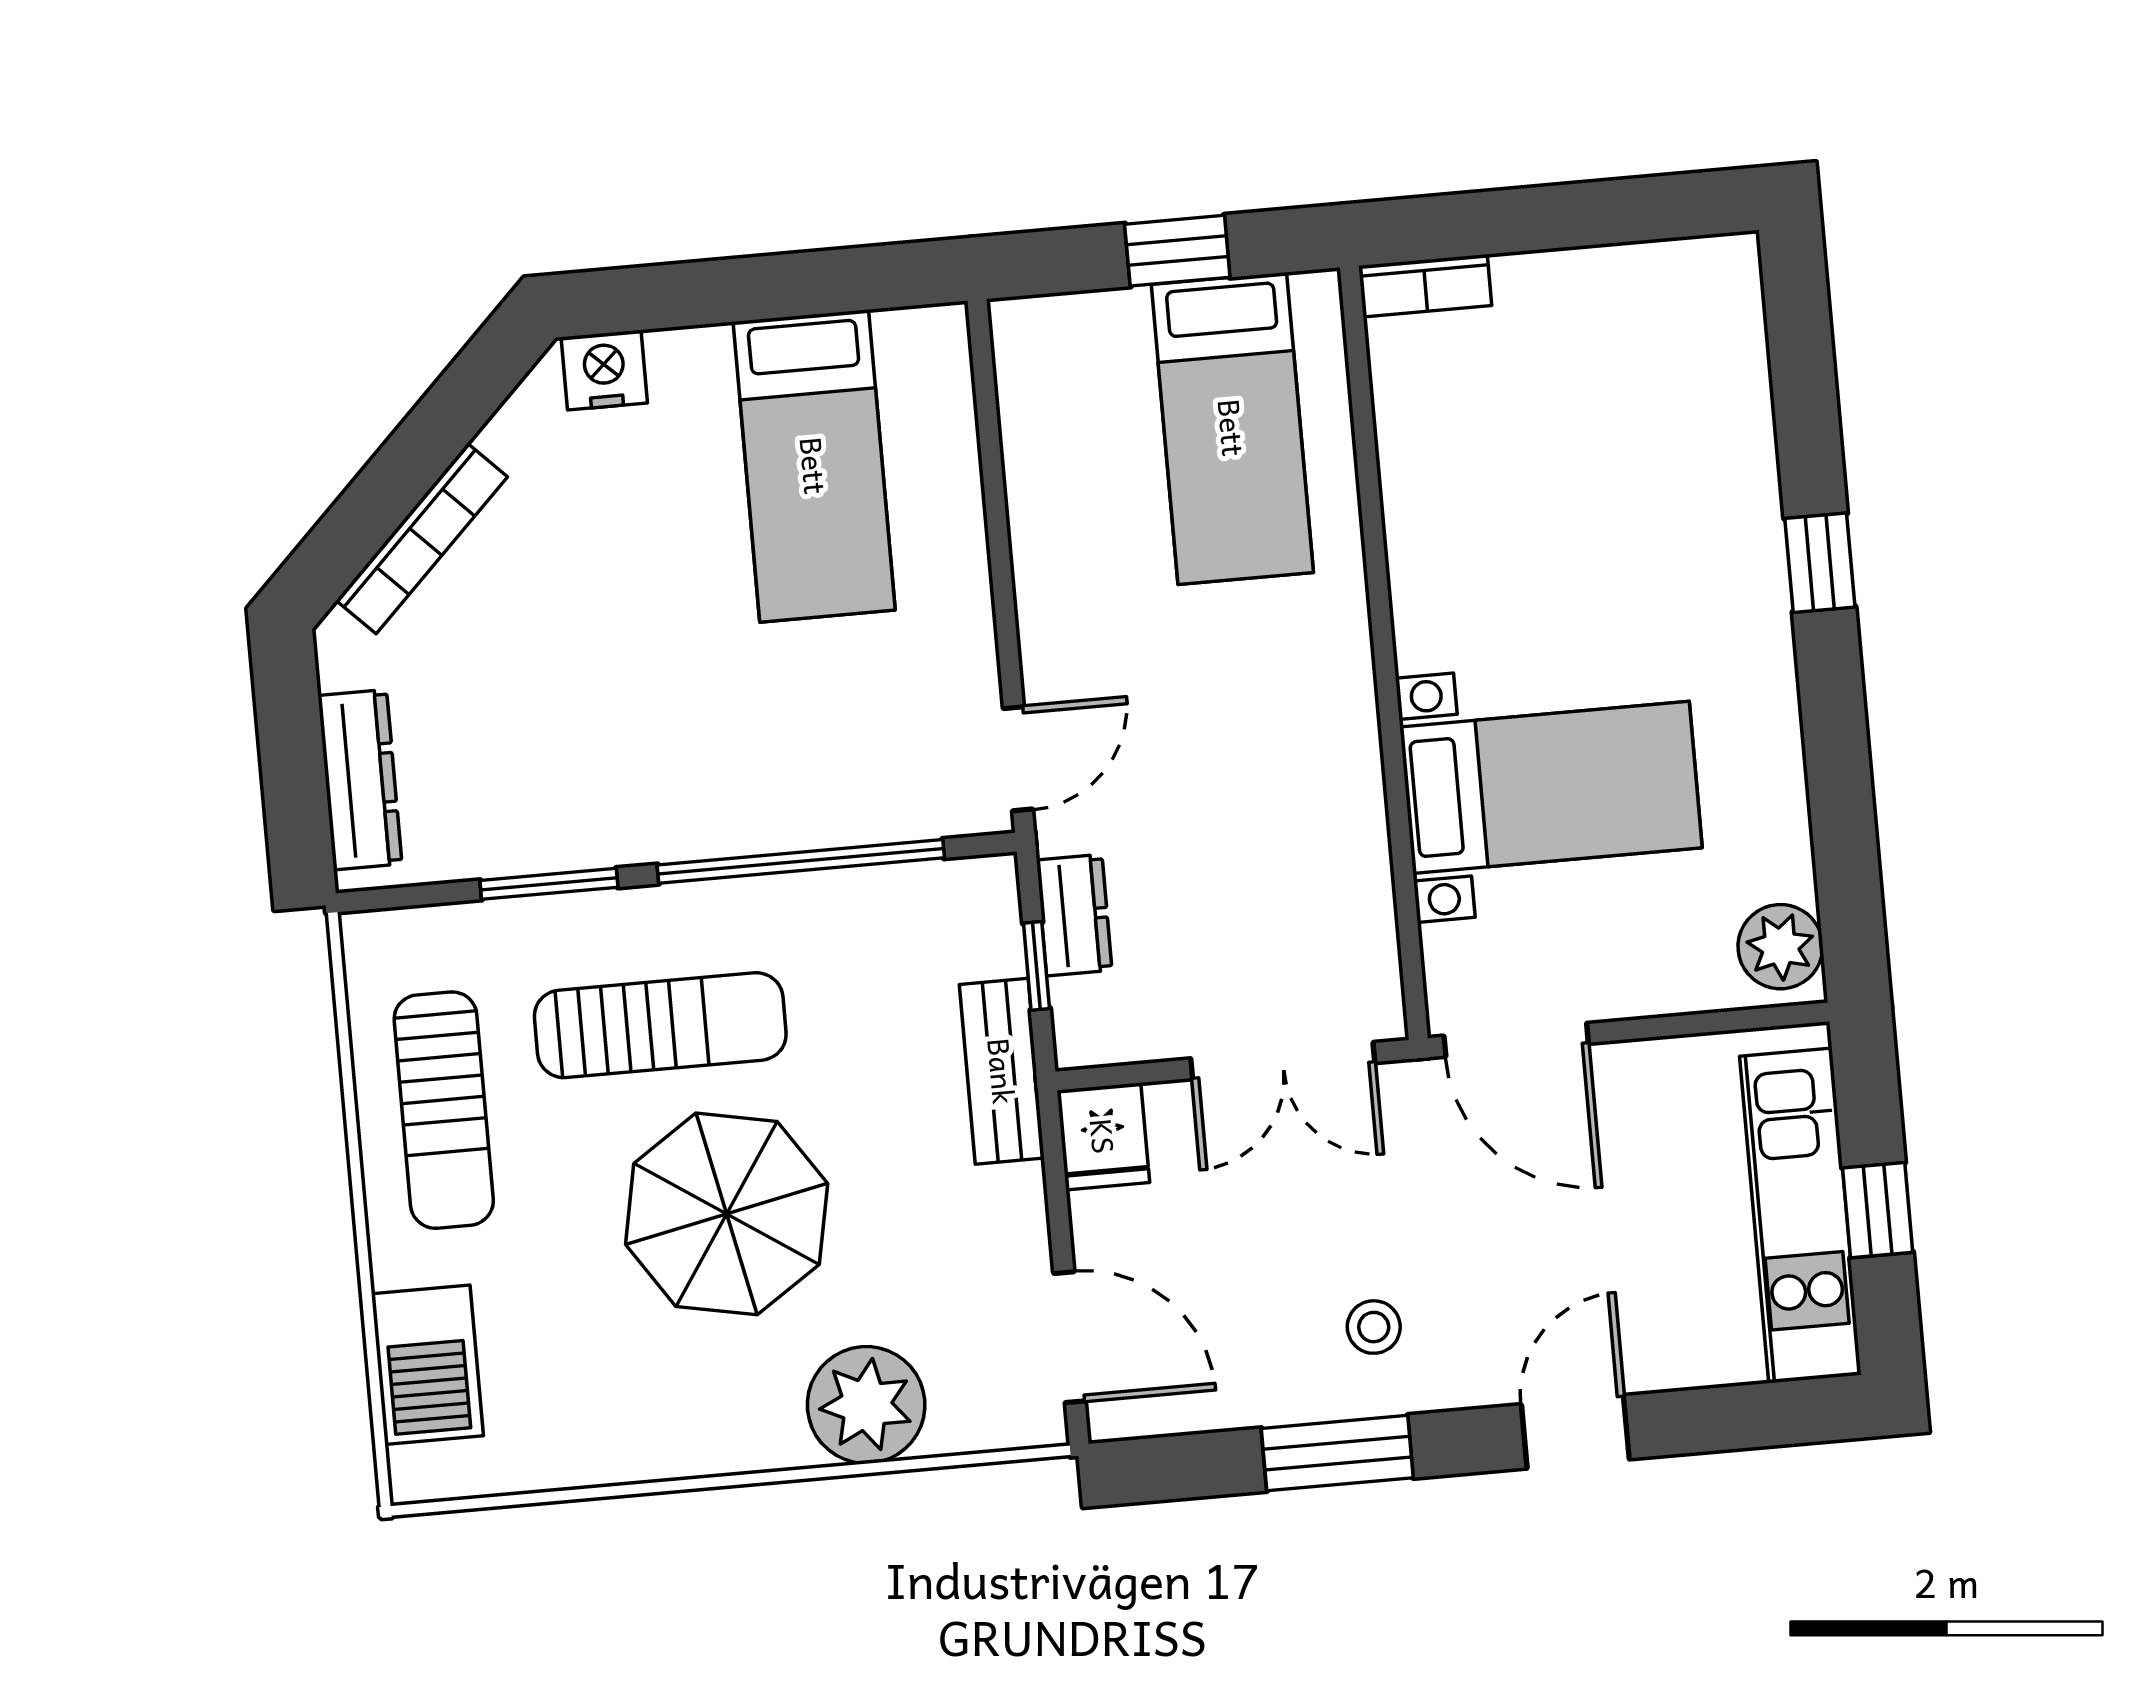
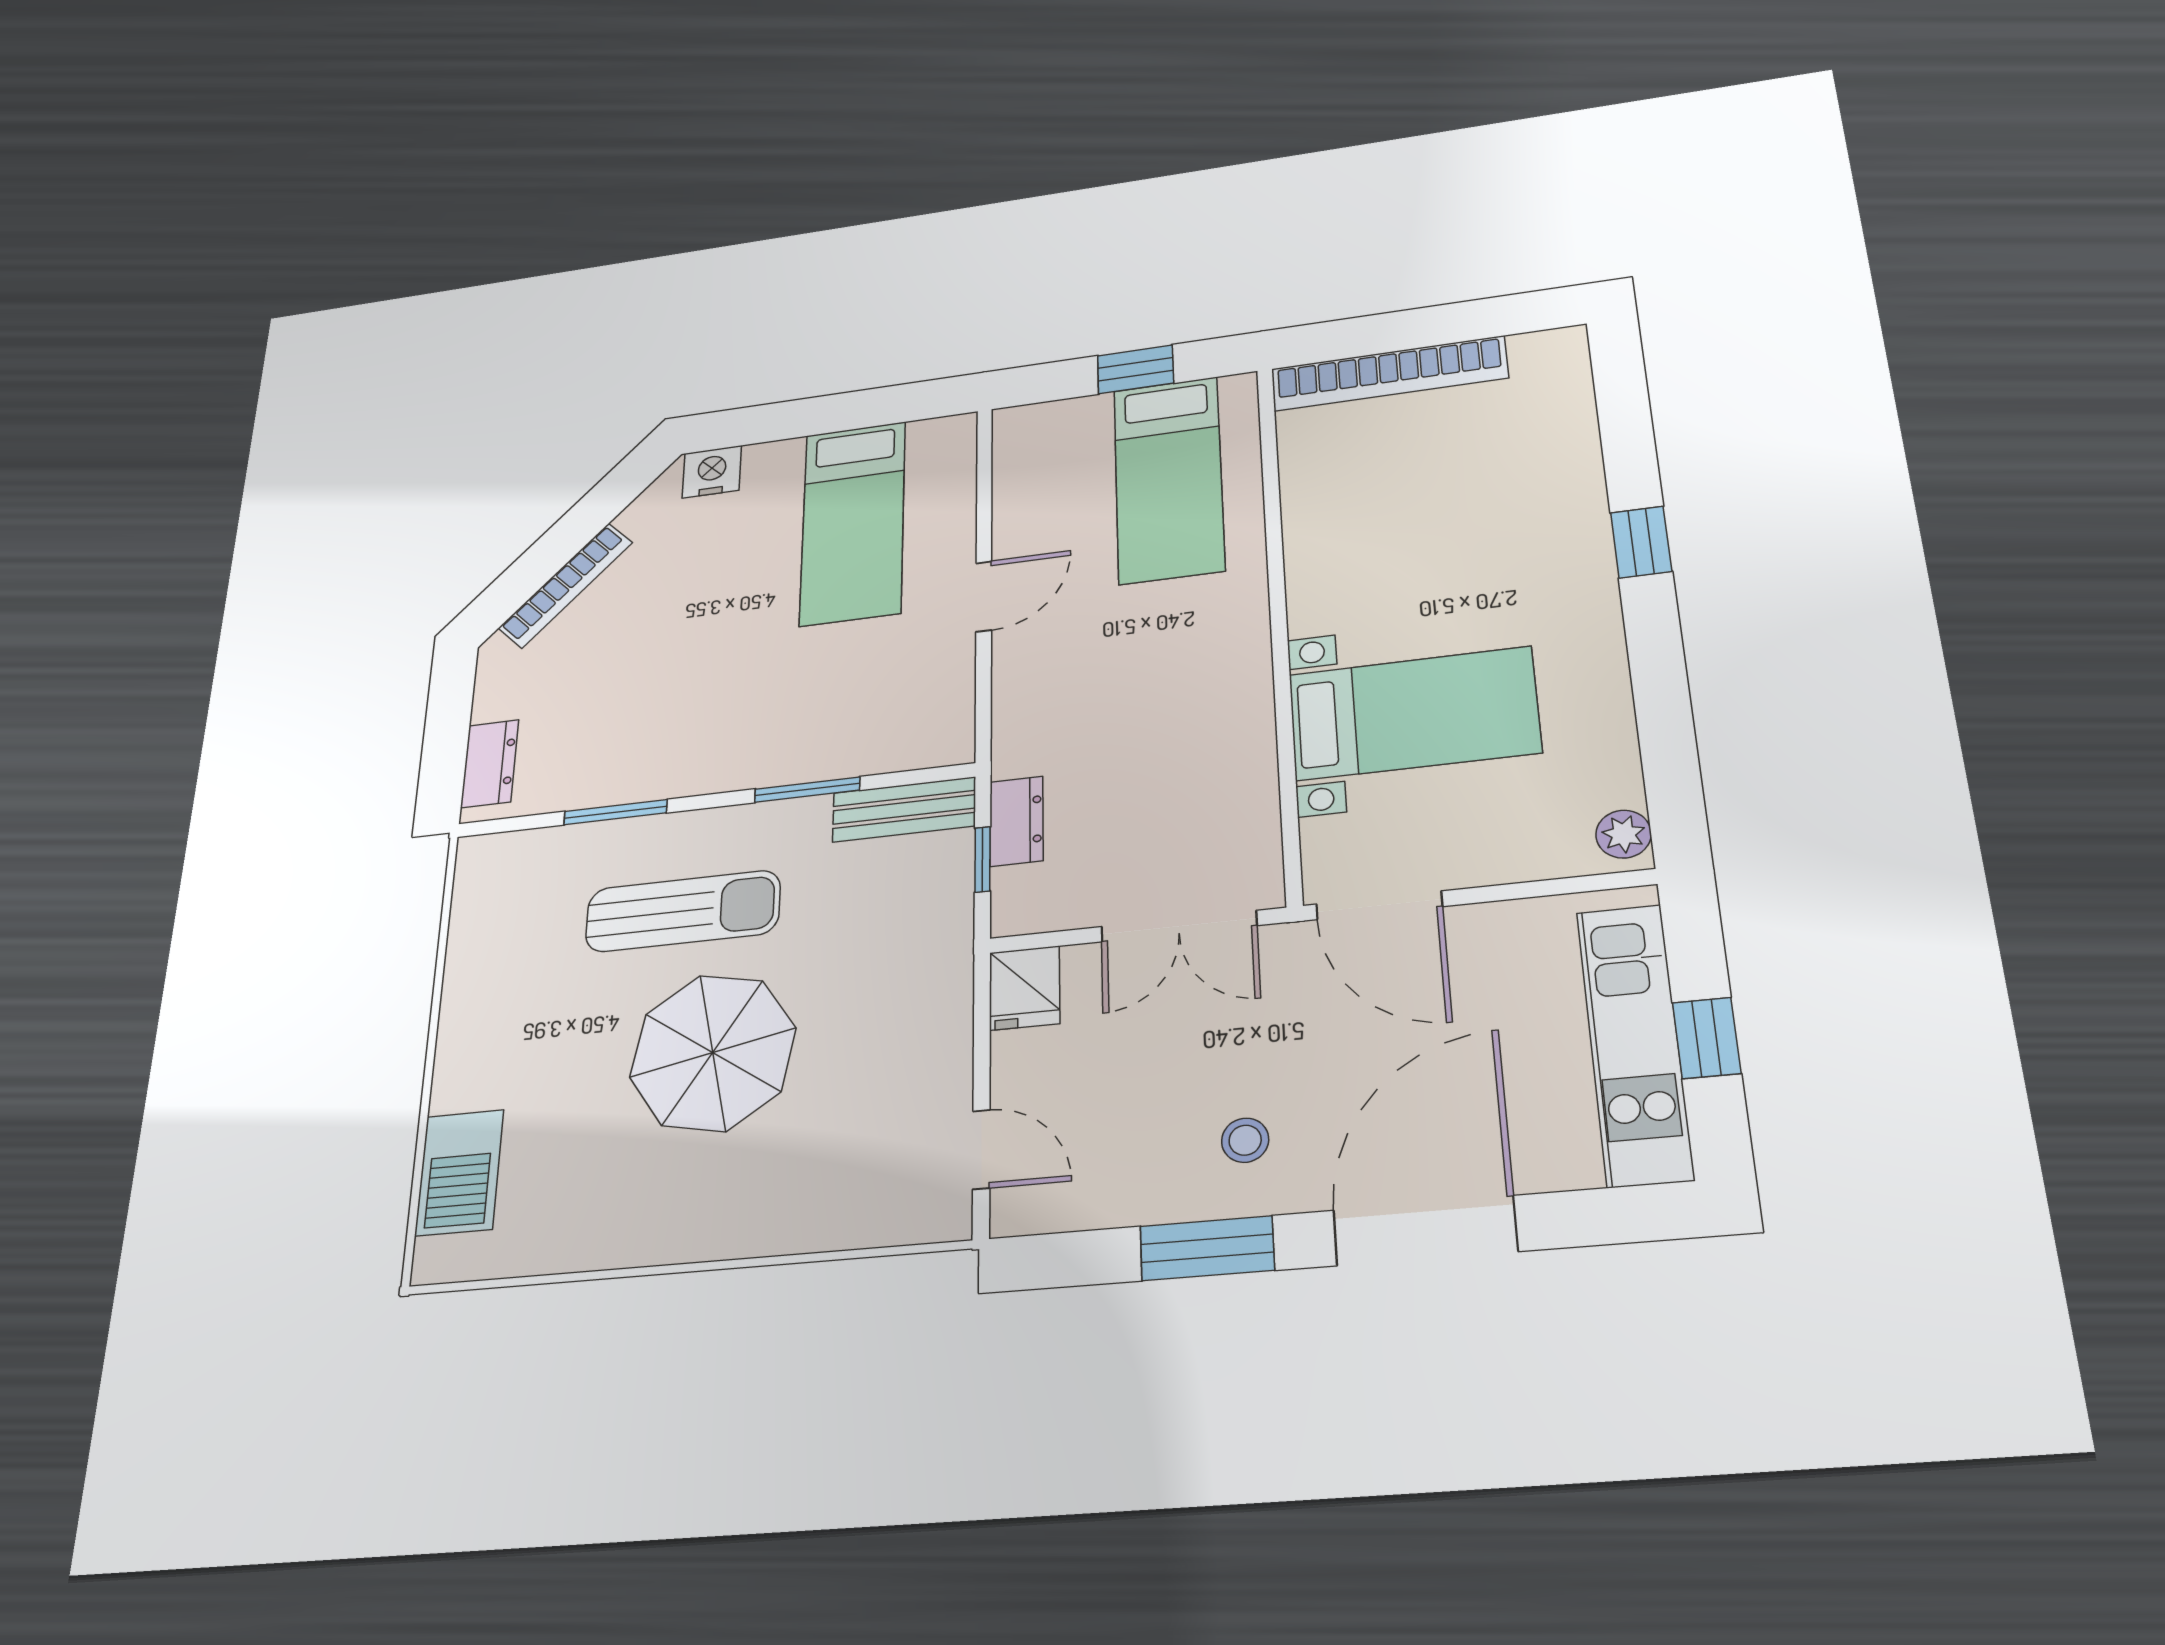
bookcase: (1425, 286) -> (1389, 373), width x2.31, depth x1.31
door: (1018, 759) -> (984, 596), moved
dresser: (360, 780) -> (490, 764), width x0.70
window: (801, 861) -> (807, 790), width x0.47
plant: (1780, 947) -> (1624, 834), width x0.73, depth x0.73
bench: (1002, 1071) -> (904, 809), moved, turned 90
sun lounger: (444, 1110) -> (508, 977), removed
door: (1070, 1337) -> (981, 1149), width x0.73
plant: (866, 1405) -> (805, 1205), removed
door: (1575, 1432) -> (1425, 1231), width x1.87

